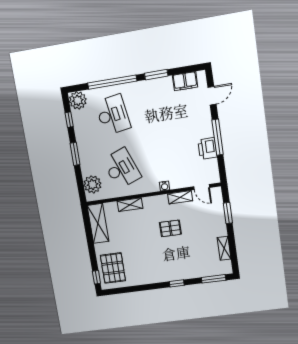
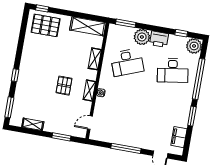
printer: (207, 148) -> (159, 39), moved, turned 180
window: (75, 154) -> (126, 23), moved
plant: (92, 184) -> (142, 37), moved
shelving: (180, 197) -> (89, 91), moved

